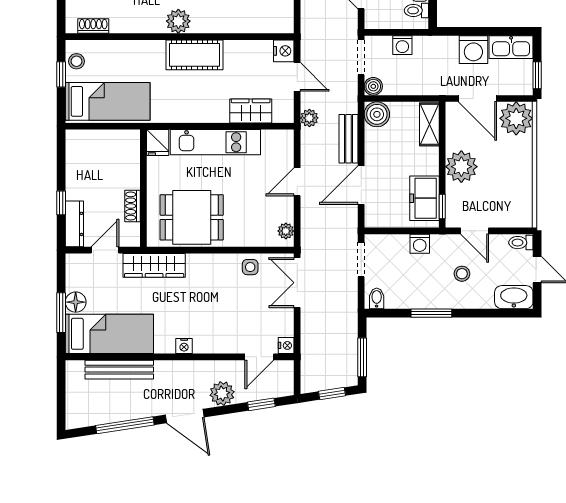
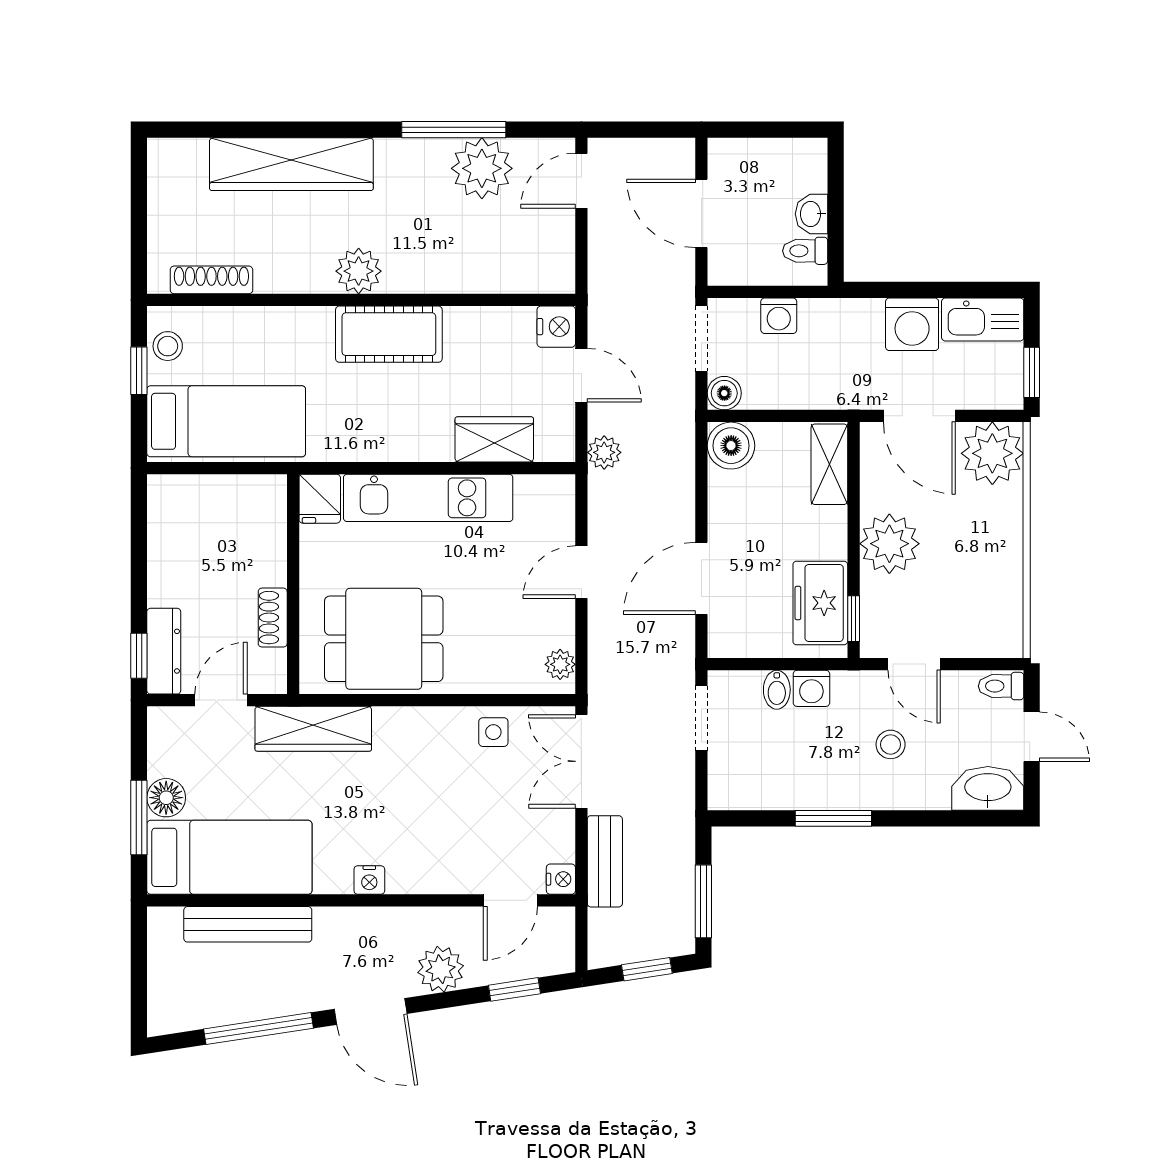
shoe rack: (93, 26) -> (211, 280), width x1.43
bench: (349, 139) -> (605, 861), moved
window: (61, 203) -> (139, 656), moved
bidet: (377, 298) -> (777, 690), moved, turned 180

